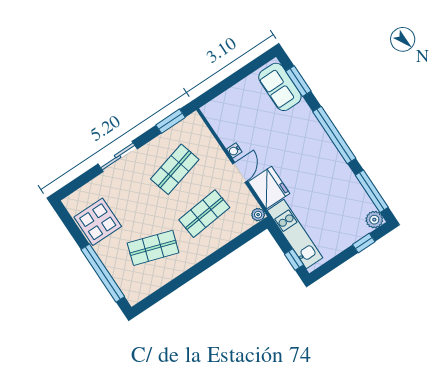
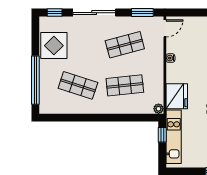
sliding door: (118, 156) -> (94, 13), width x1.37
door: (240, 172) -> (165, 28), moved
window: (74, 185) -> (55, 13), added
window: (294, 260) -> (162, 135), moved

